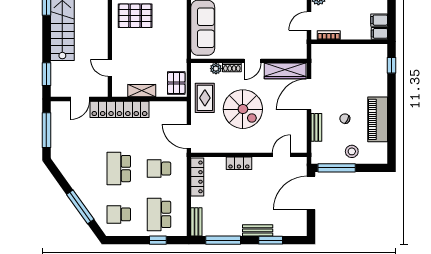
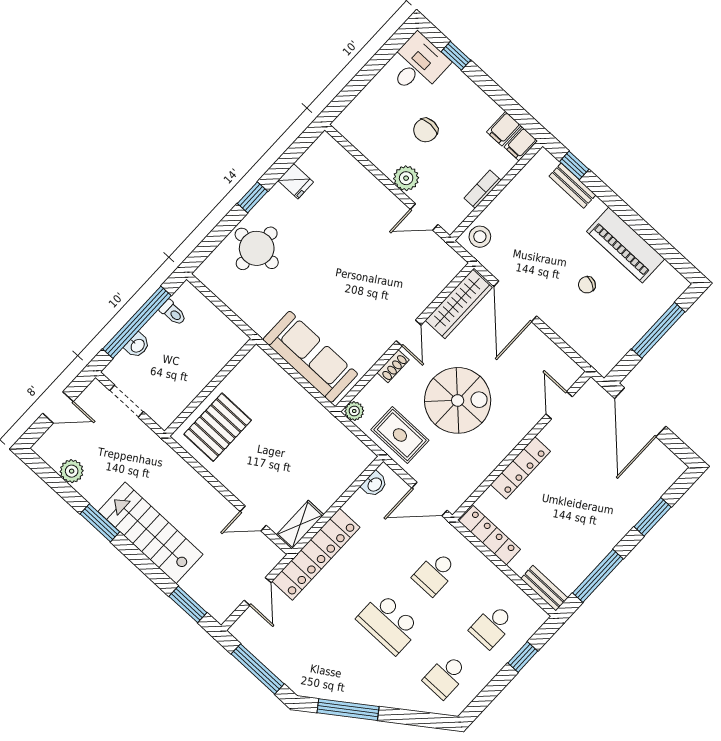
door: (309, 21) -> (424, 217), hinge flipped
bookcase: (329, 35) -> (483, 189), moved
plant: (216, 69) -> (354, 411), moved
pallet: (176, 83) -> (349, 453), removed
shelving: (142, 91) -> (300, 525), moved
washbasin: (173, 107) -> (374, 484), added
bench: (316, 127) -> (572, 186), moved
stool: (352, 151) -> (480, 237), moved
locker: (239, 163) -> (520, 468), width x1.53
window: (337, 168) -> (658, 330), moved
window: (80, 207) -> (348, 710), moved
school desk: (159, 214) -> (492, 626), width x0.54
bench: (258, 230) -> (625, 522), removed

